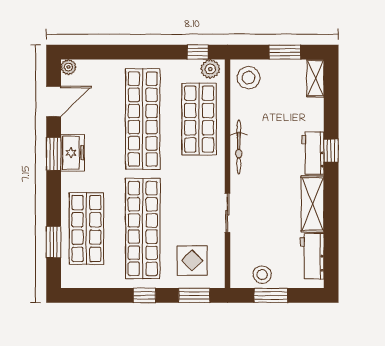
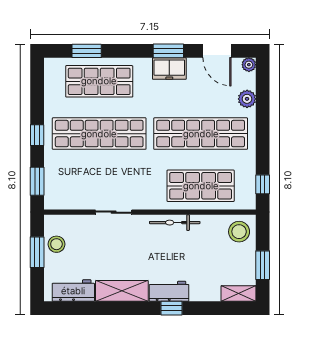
plant: (210, 69) -> (247, 99), moved
display table: (192, 261) -> (69, 179), removed

